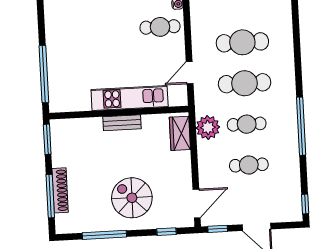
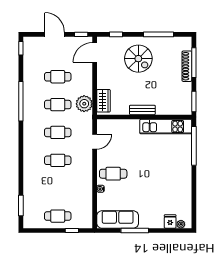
cafe table: (242, 42) -> (58, 160), width x0.73, depth x0.74
cafe table: (245, 83) -> (58, 132), width x0.73, depth x0.74
kitchen unit: (130, 98) -> (166, 127), moved

